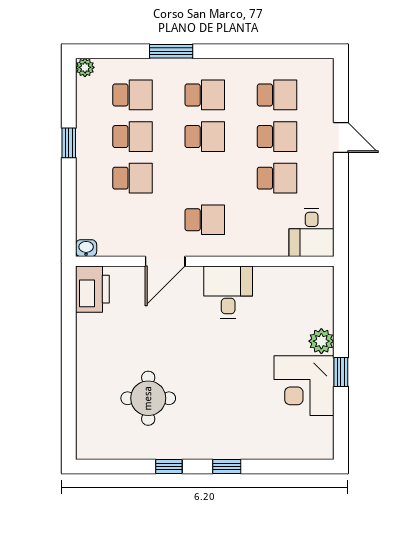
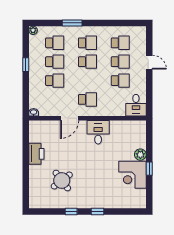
printer: (92, 289) -> (36, 154), moved
round table: (148, 398) -> (62, 181), turned -37

